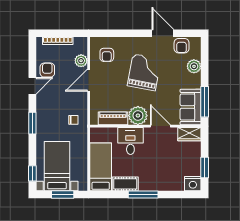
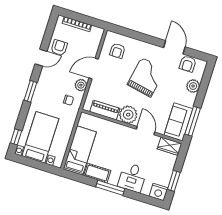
plant: (81, 61) -> (81, 85), moved
desk: (130, 141) -> (132, 178), moved, turned 180
window: (63, 195) -> (37, 165), removed

